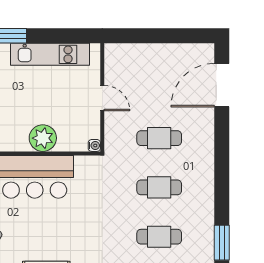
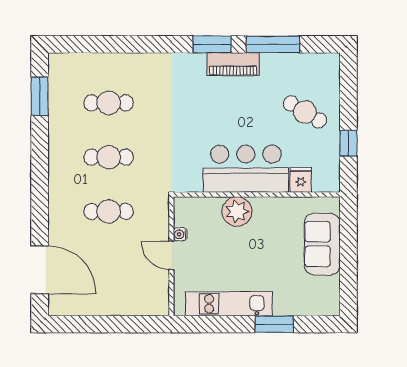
door: (222, 85) -> (40, 270), hinge flipped
water cooler: (94, 145) -> (180, 234), moved

